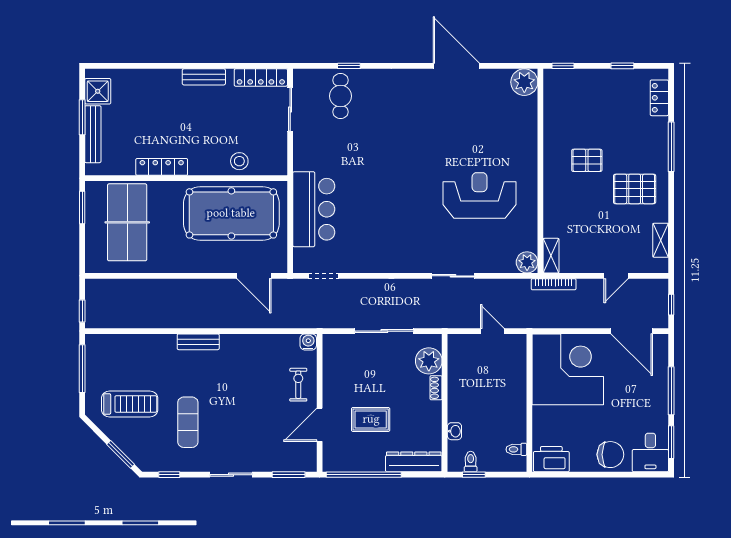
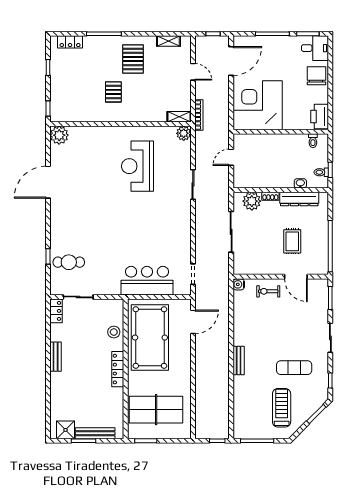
locker: (261, 77) -> (56, 311), width x0.66
locker: (162, 167) -> (118, 369), moved
dresser: (414, 462) -> (299, 199), moved, turned -90

